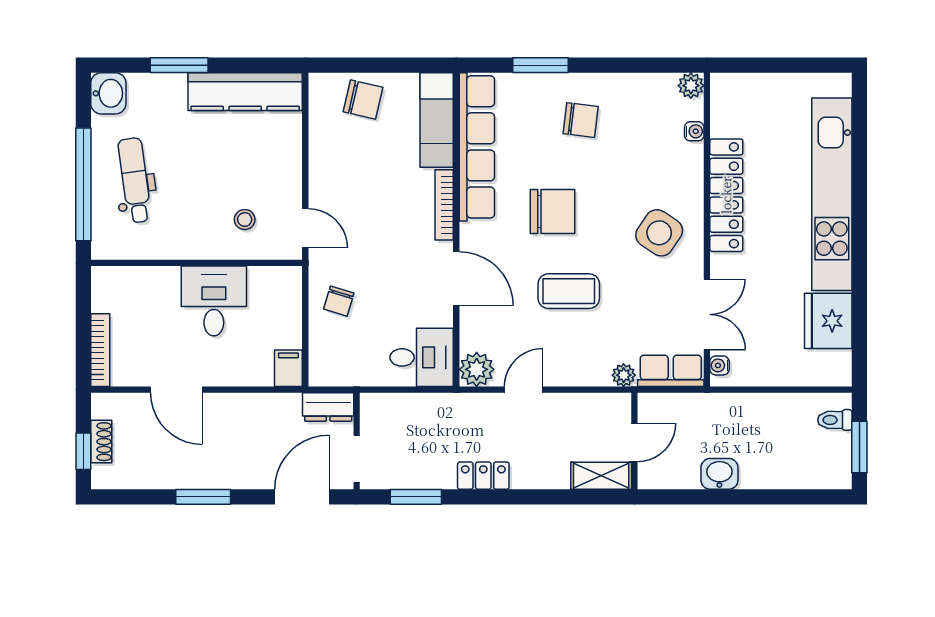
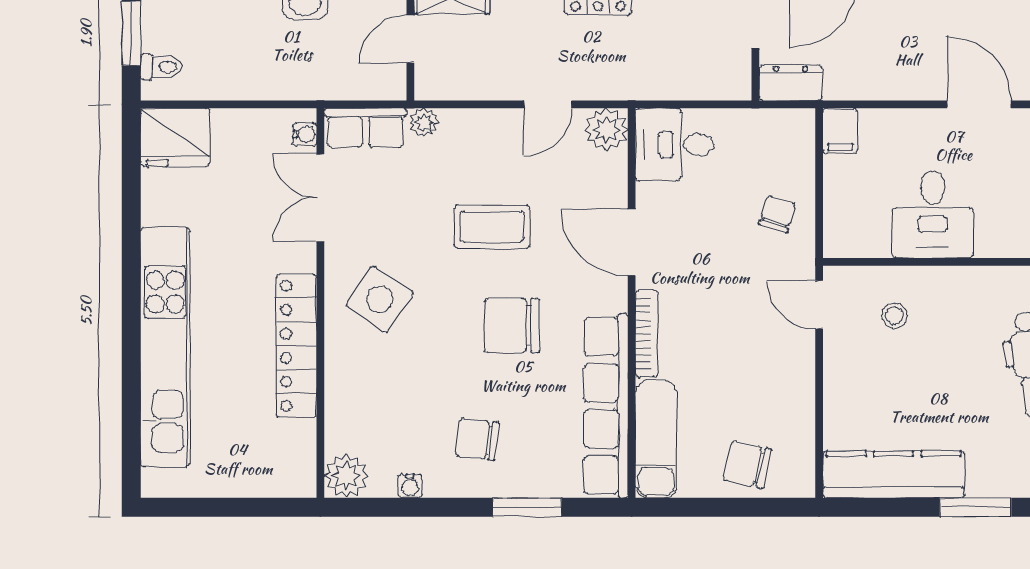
plant: (691, 86) -> (346, 476), width x1.38, depth x1.38
water cooler: (694, 131) -> (410, 486), moved, turned -90
fridge: (828, 321) -> (175, 137), moved, turned 90

